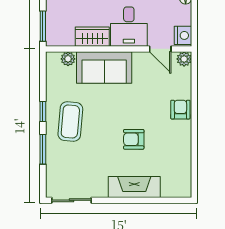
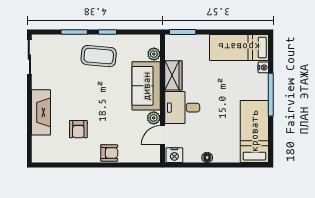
plant: (184, 59) -> (154, 118), moved
armchair: (134, 139) -> (78, 129), moved, turned 180

